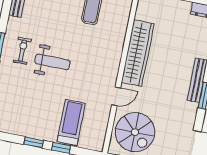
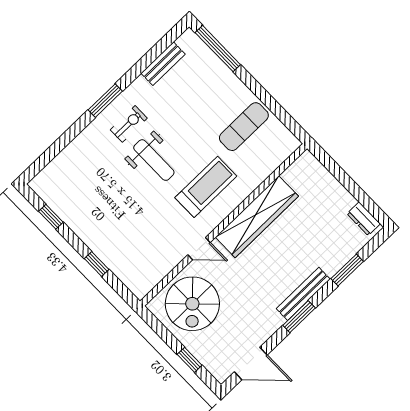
treadmill: (71, 122) -> (206, 187), moved
window: (34, 142) -> (51, 217), moved

